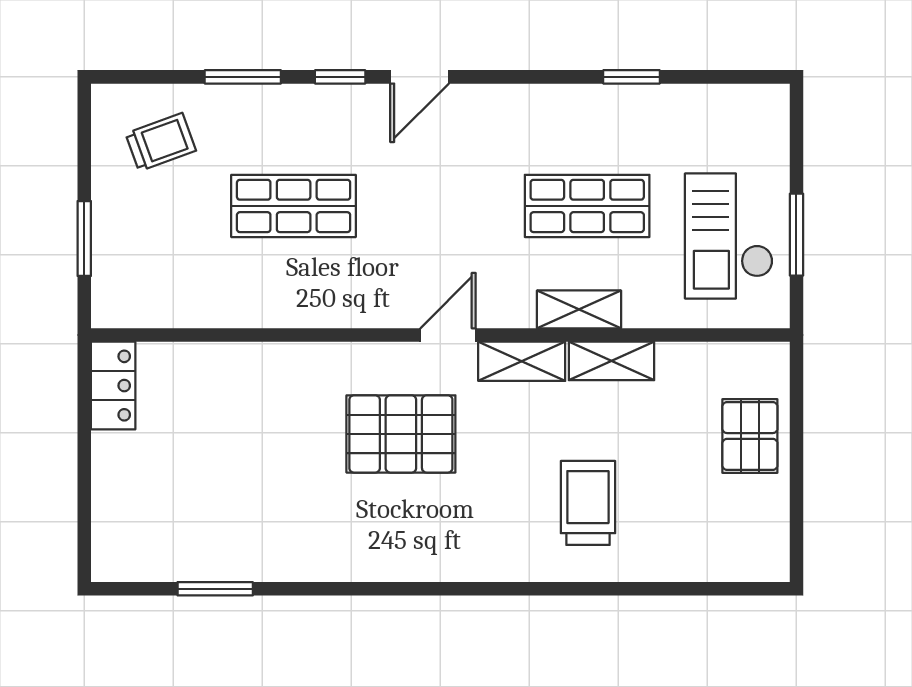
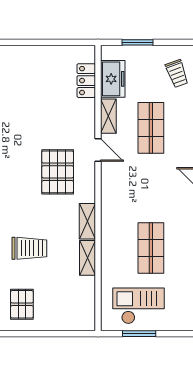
freezer: (174, 299) -> (113, 79), added
shelving: (579, 309) -> (108, 116), moved
door: (448, 335) -> (98, 150), moved
locker: (113, 386) -> (86, 81), moved, turned 90
pallet: (750, 436) -> (22, 304), moved, turned 90

